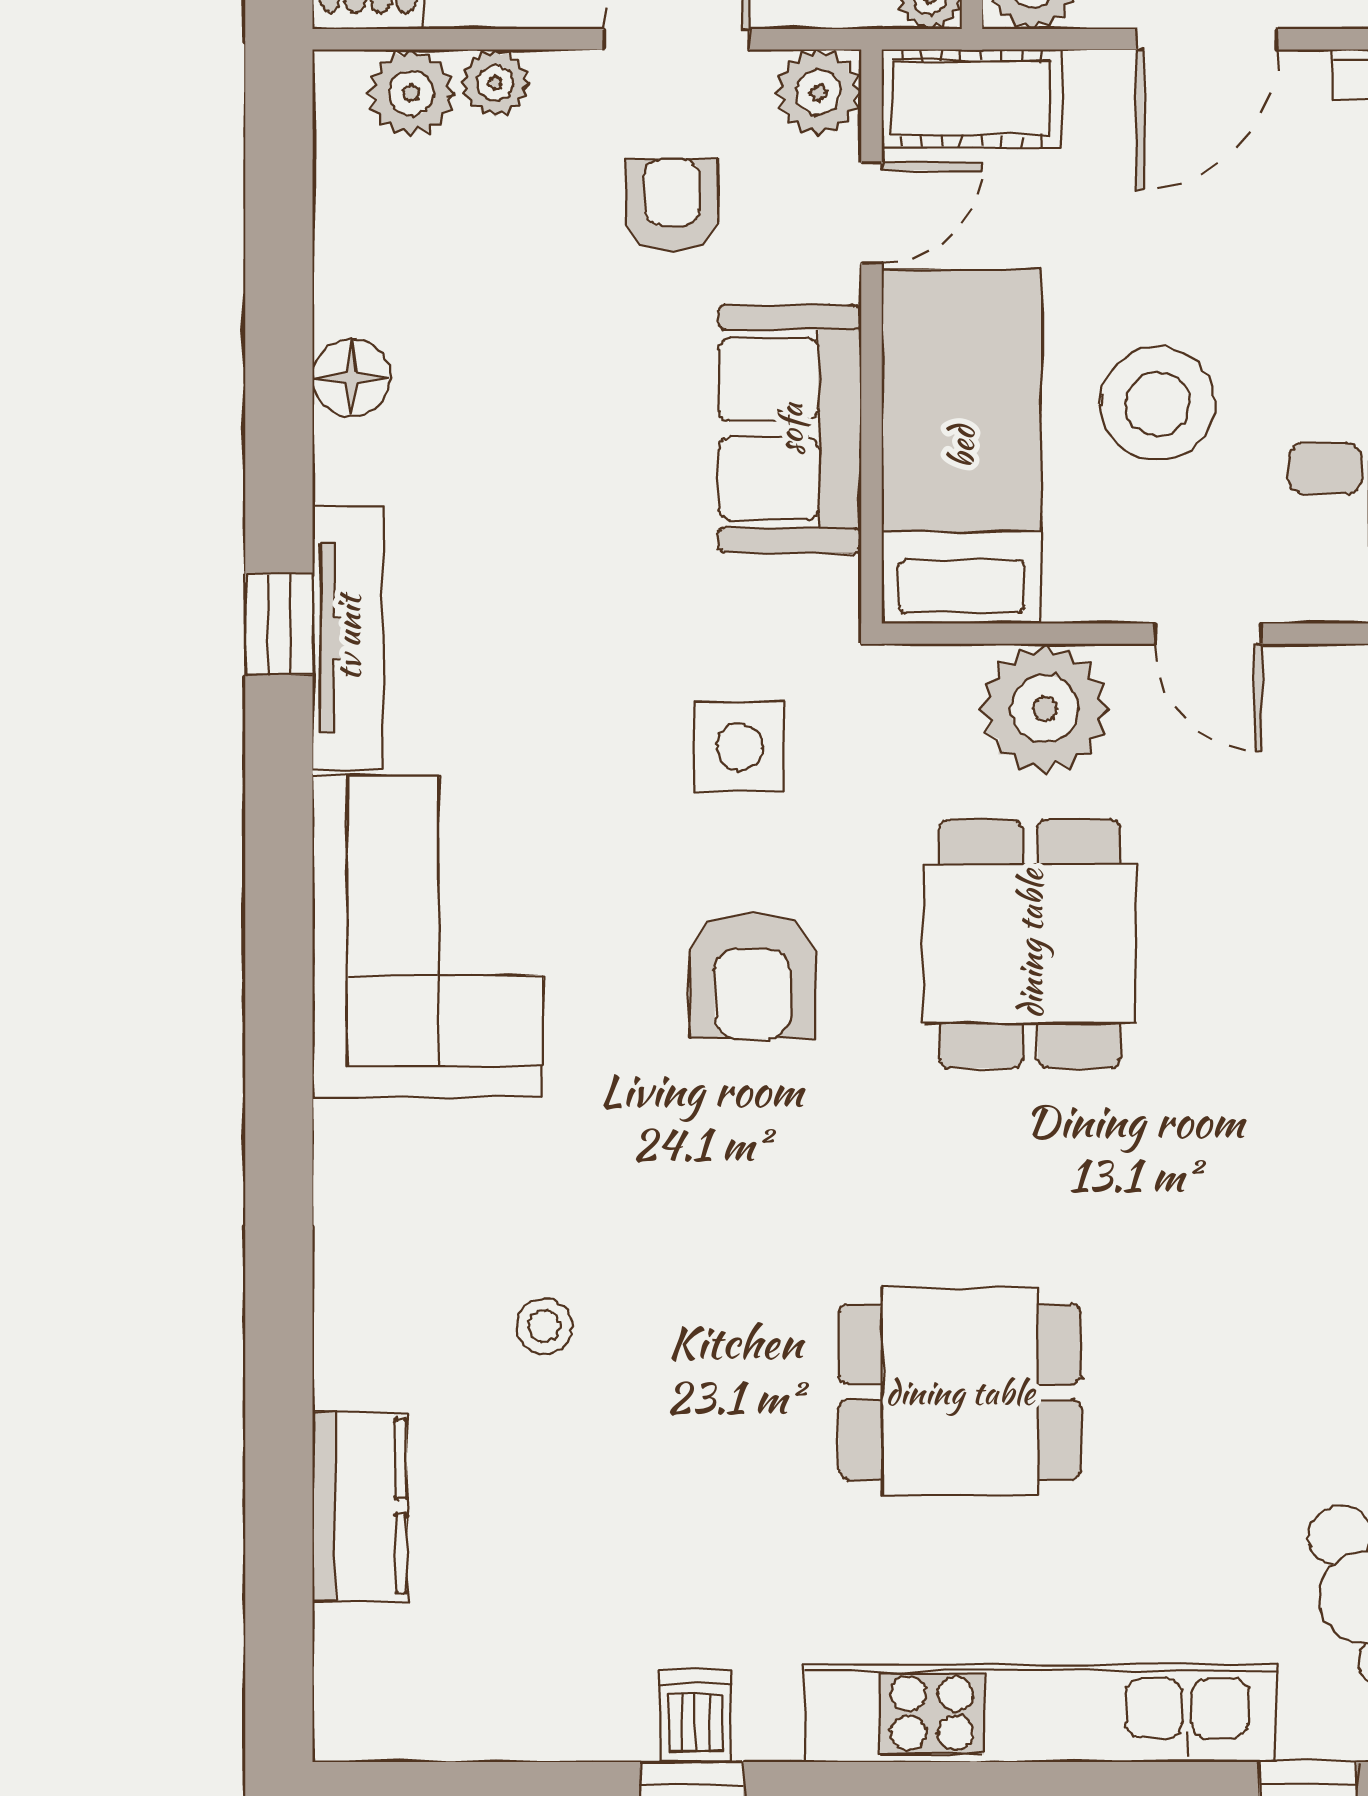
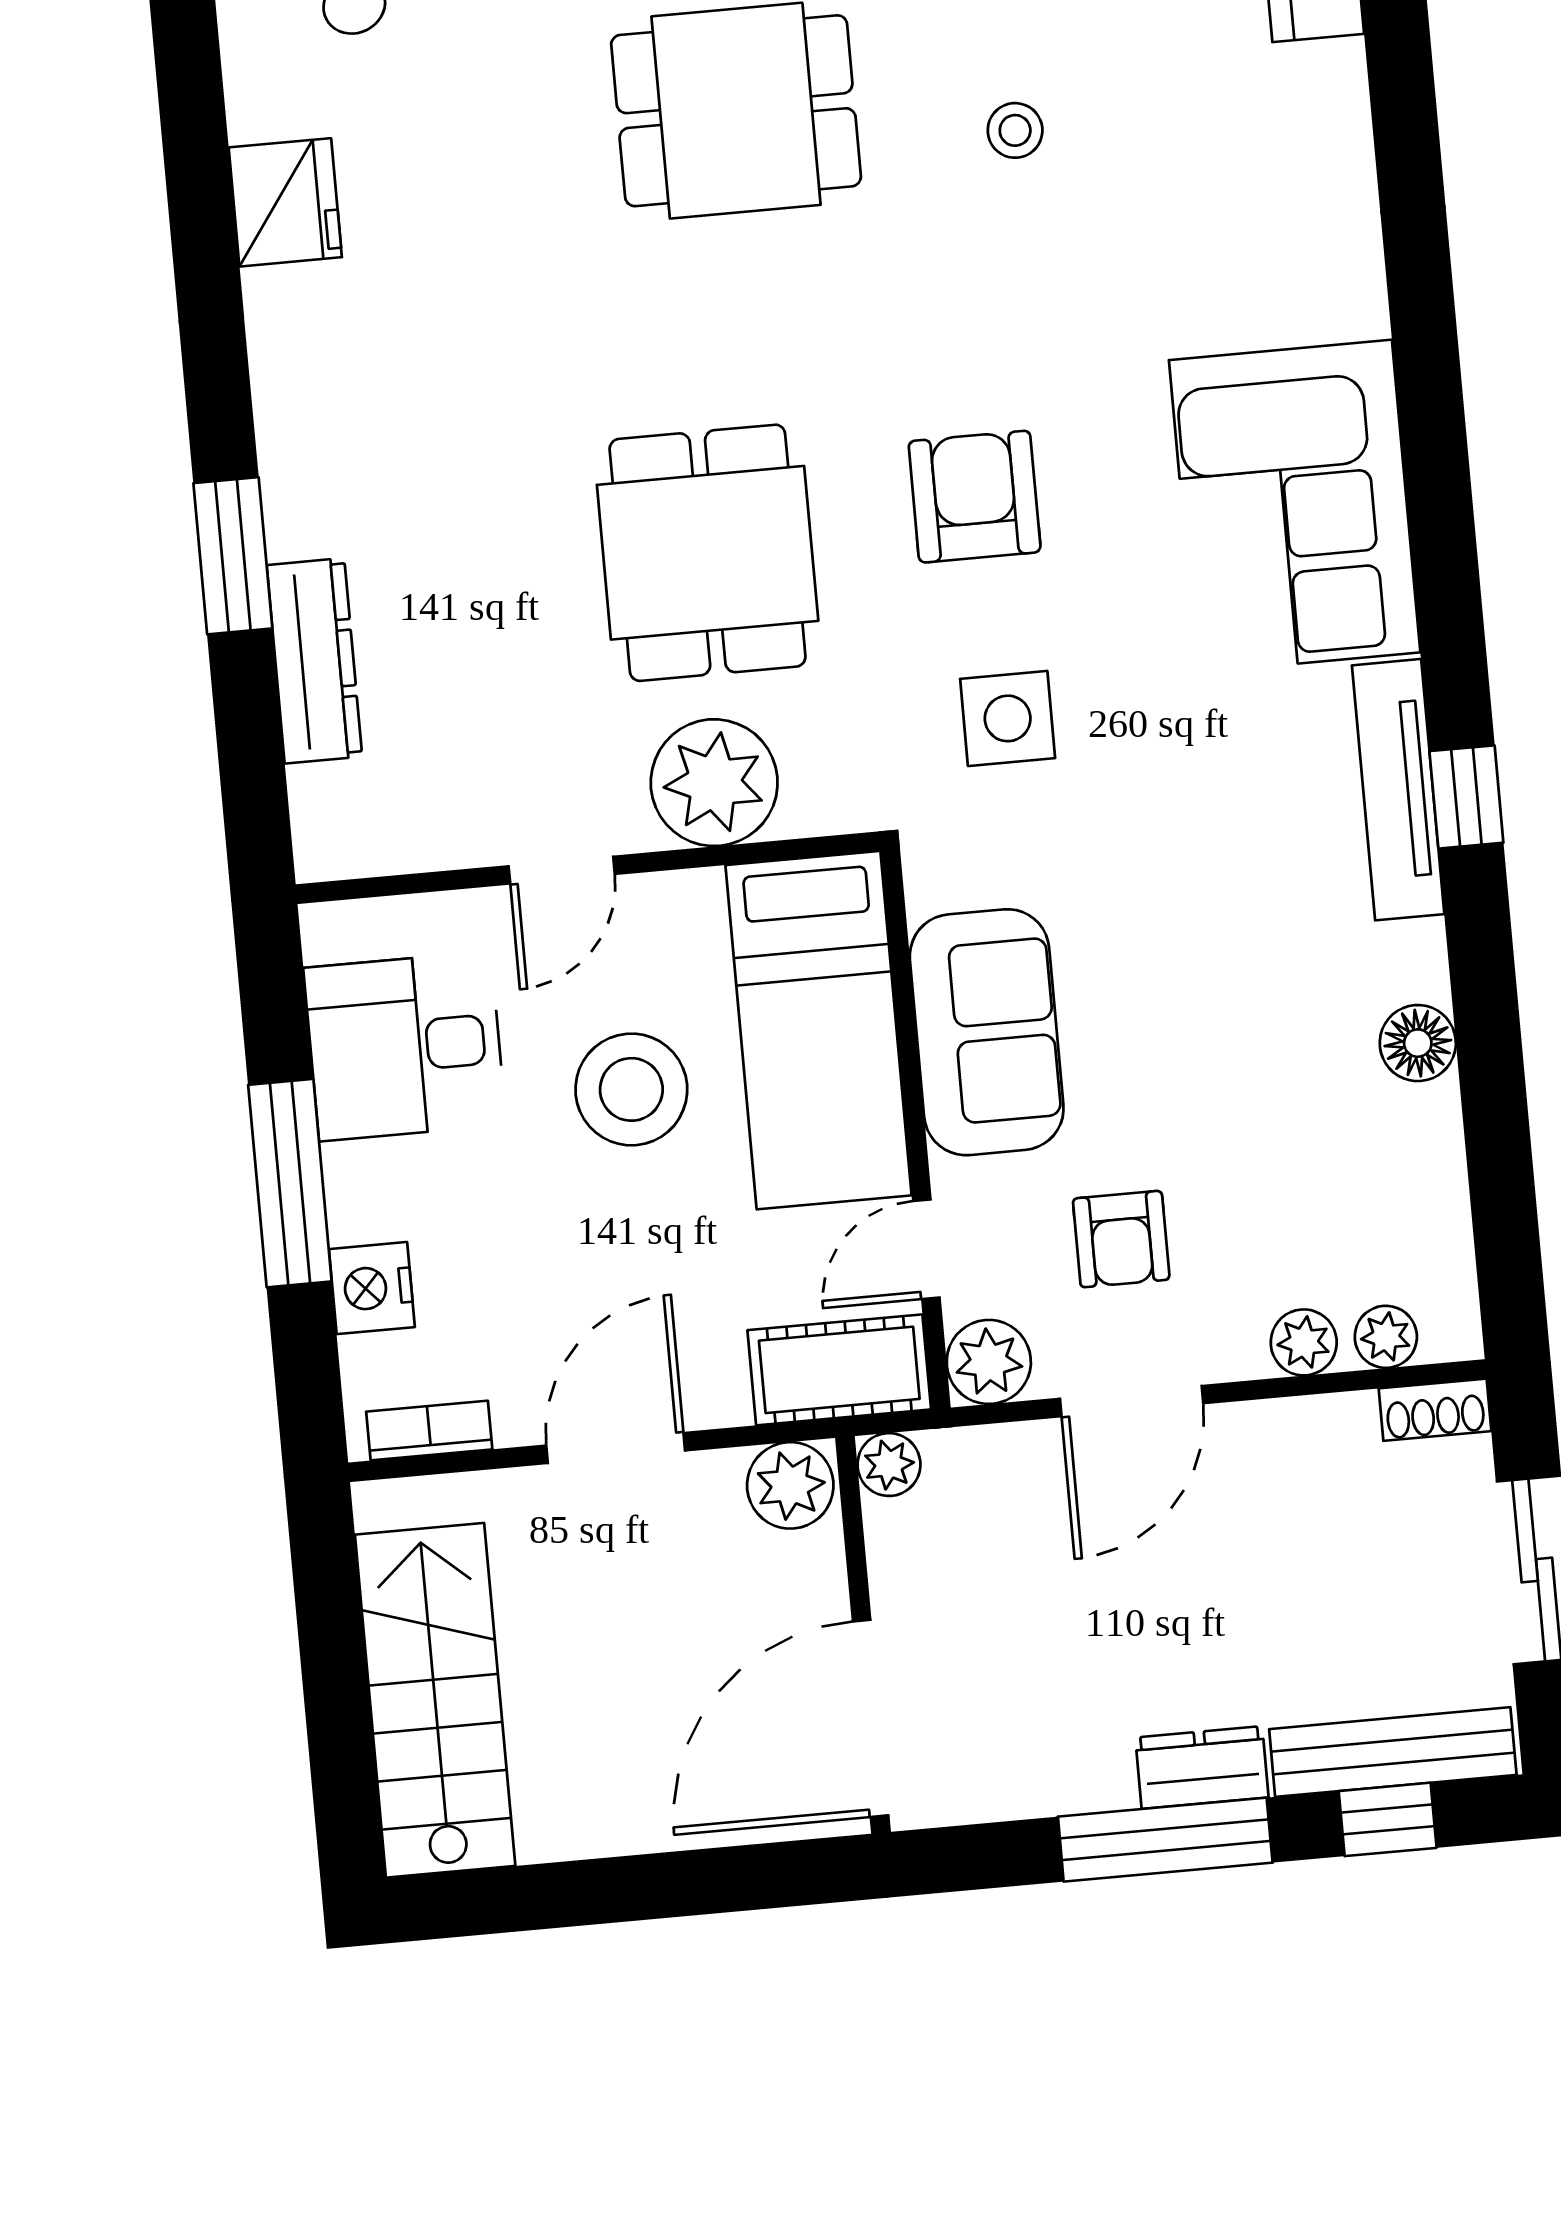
plant: (411, 93) -> (1386, 1337), width x0.73, depth x0.73
door: (1208, 634) -> (562, 870), swing flipped
stool: (544, 1326) -> (1015, 130), moved

